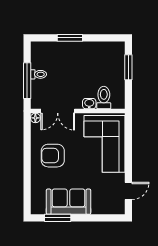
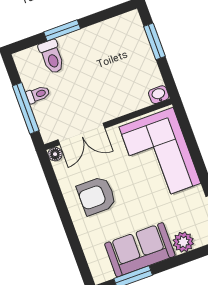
toilet: (104, 98) -> (52, 57), moved, turned 180
washbasin: (89, 104) -> (159, 95), moved
plant: (99, 207) -> (183, 242), added

